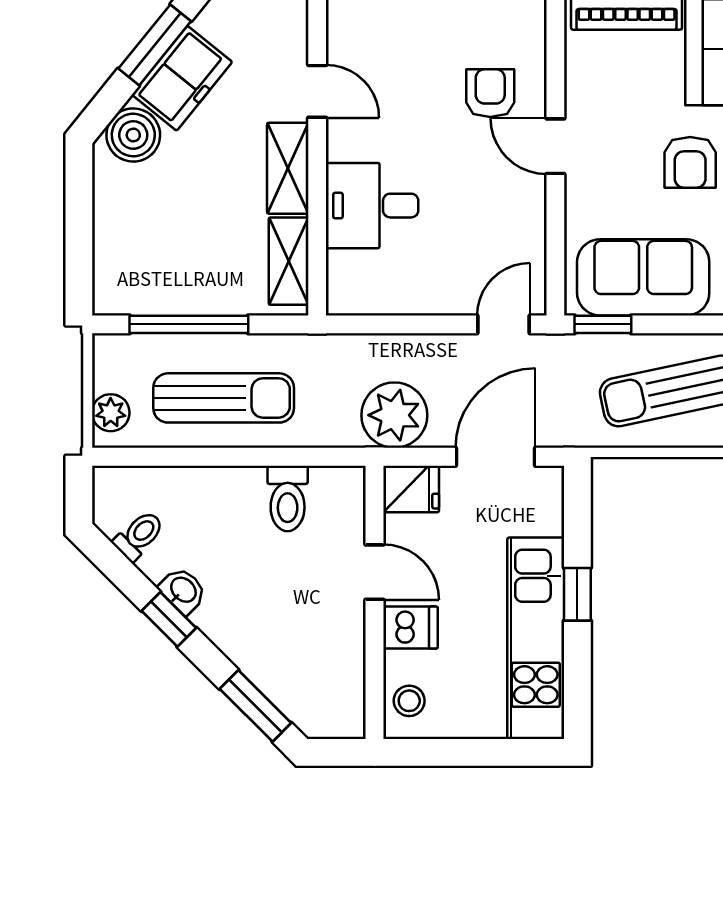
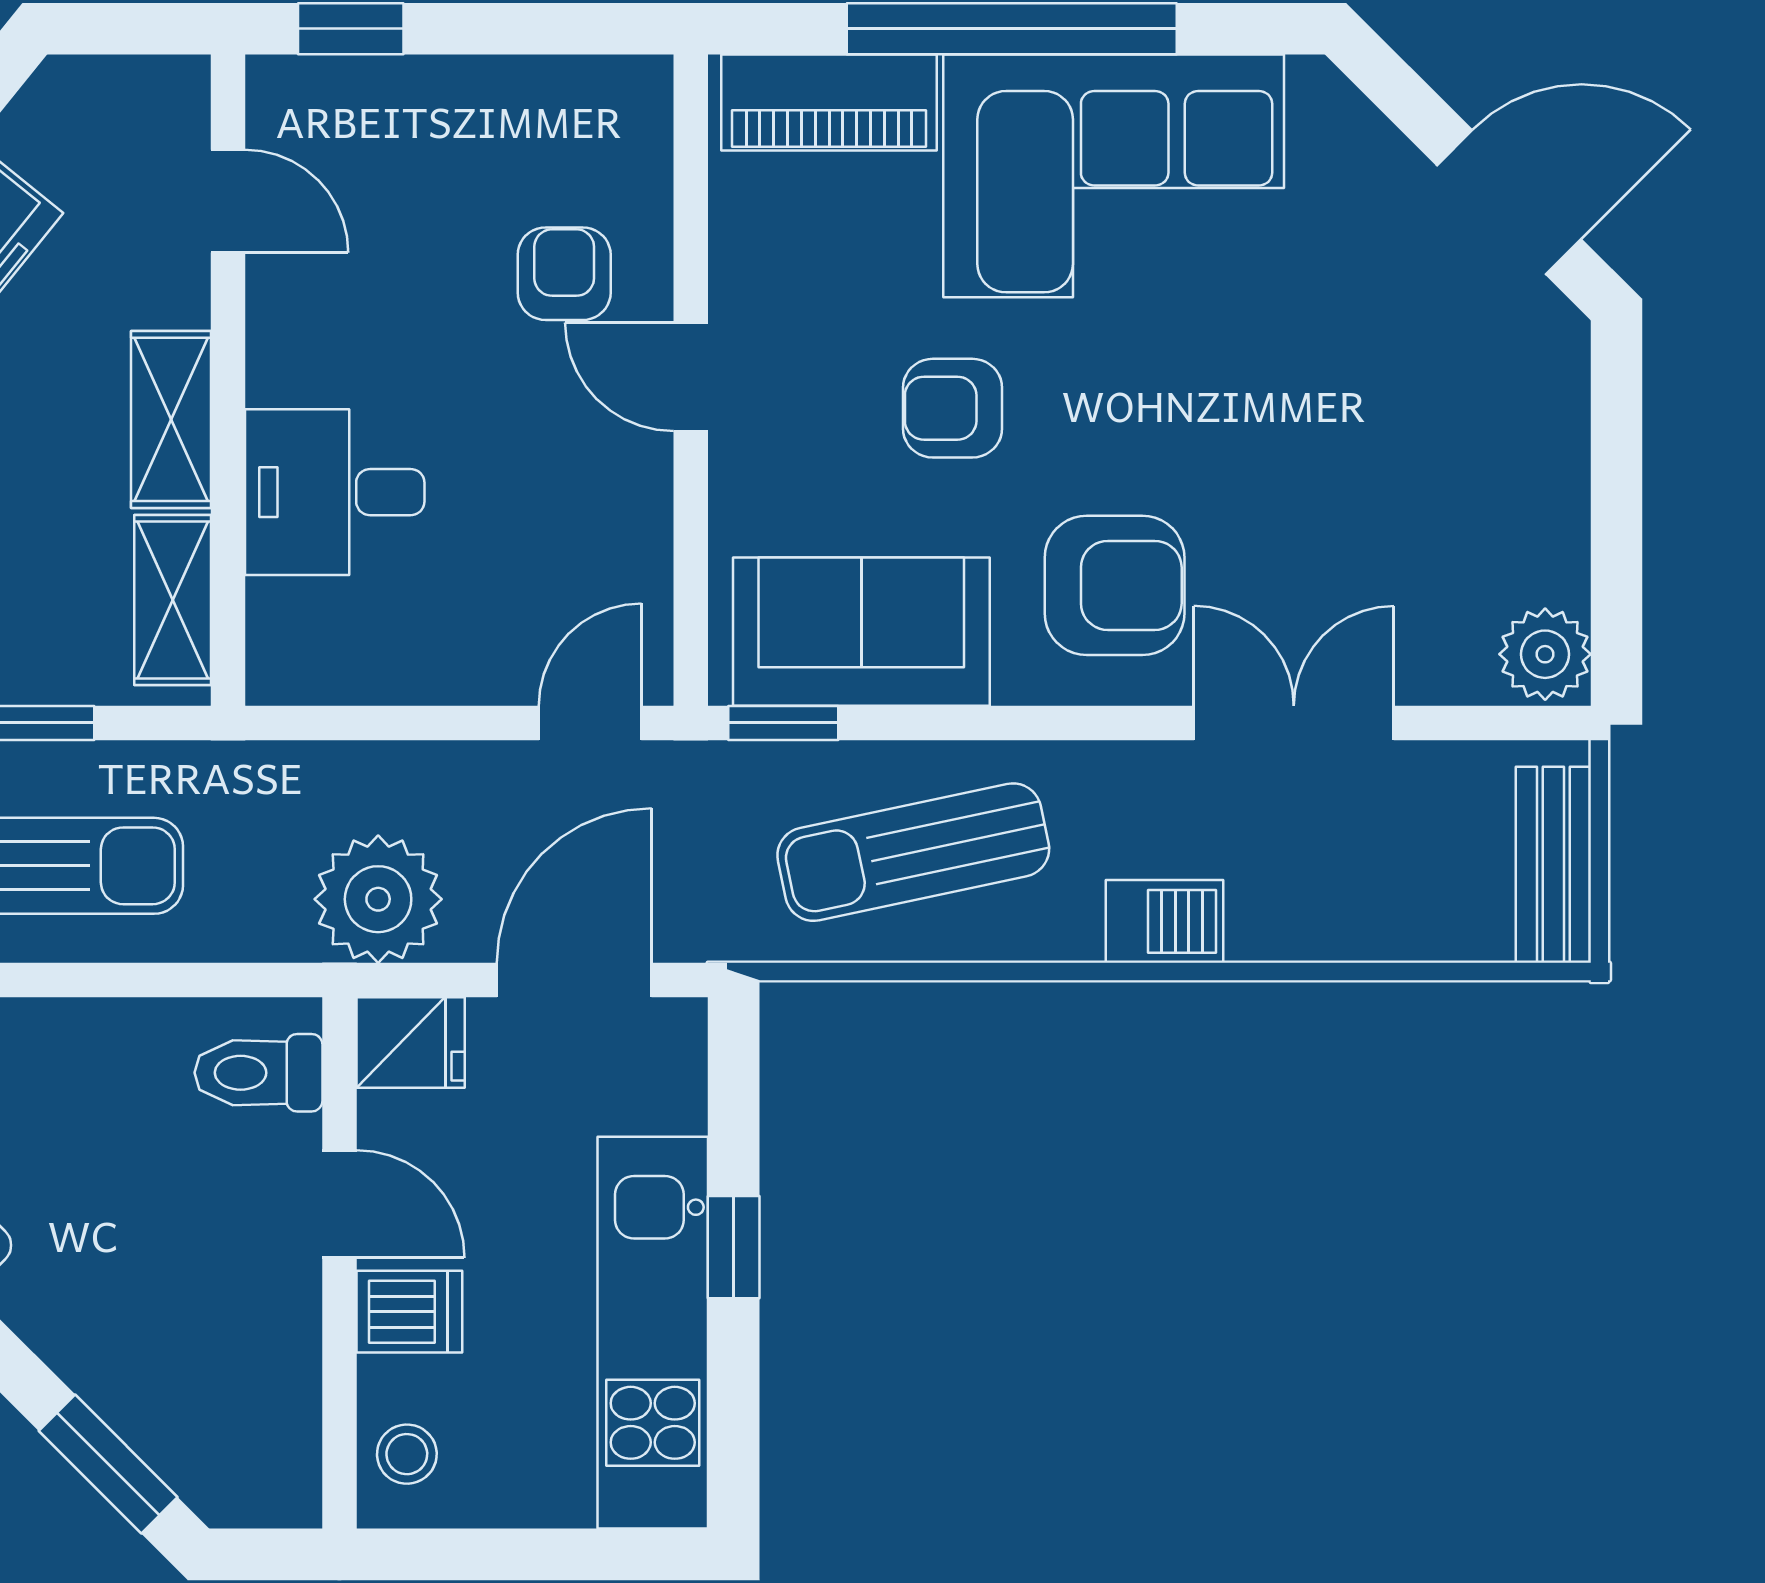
door: (317, 91) -> (228, 201), moved
armchair: (690, 162) -> (953, 408), turned 90
toilet: (288, 498) -> (258, 1073), moved, turned 90

